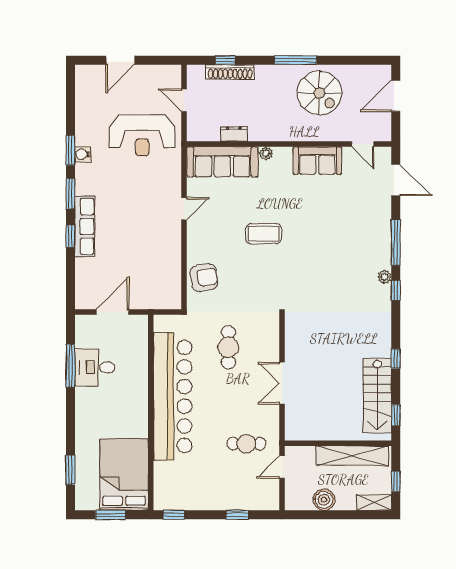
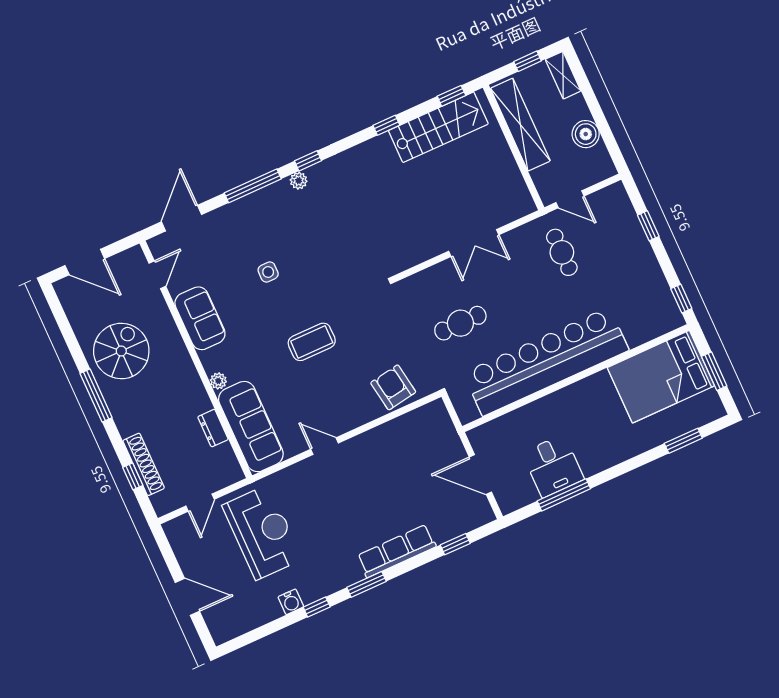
window: (70, 150) -> (317, 607), width x0.67
water cooler: (83, 154) -> (291, 602), moved
side table: (328, 225) -> (268, 272), added
coffee table: (264, 234) -> (312, 342), turned 90
window: (70, 236) -> (455, 544), moved

